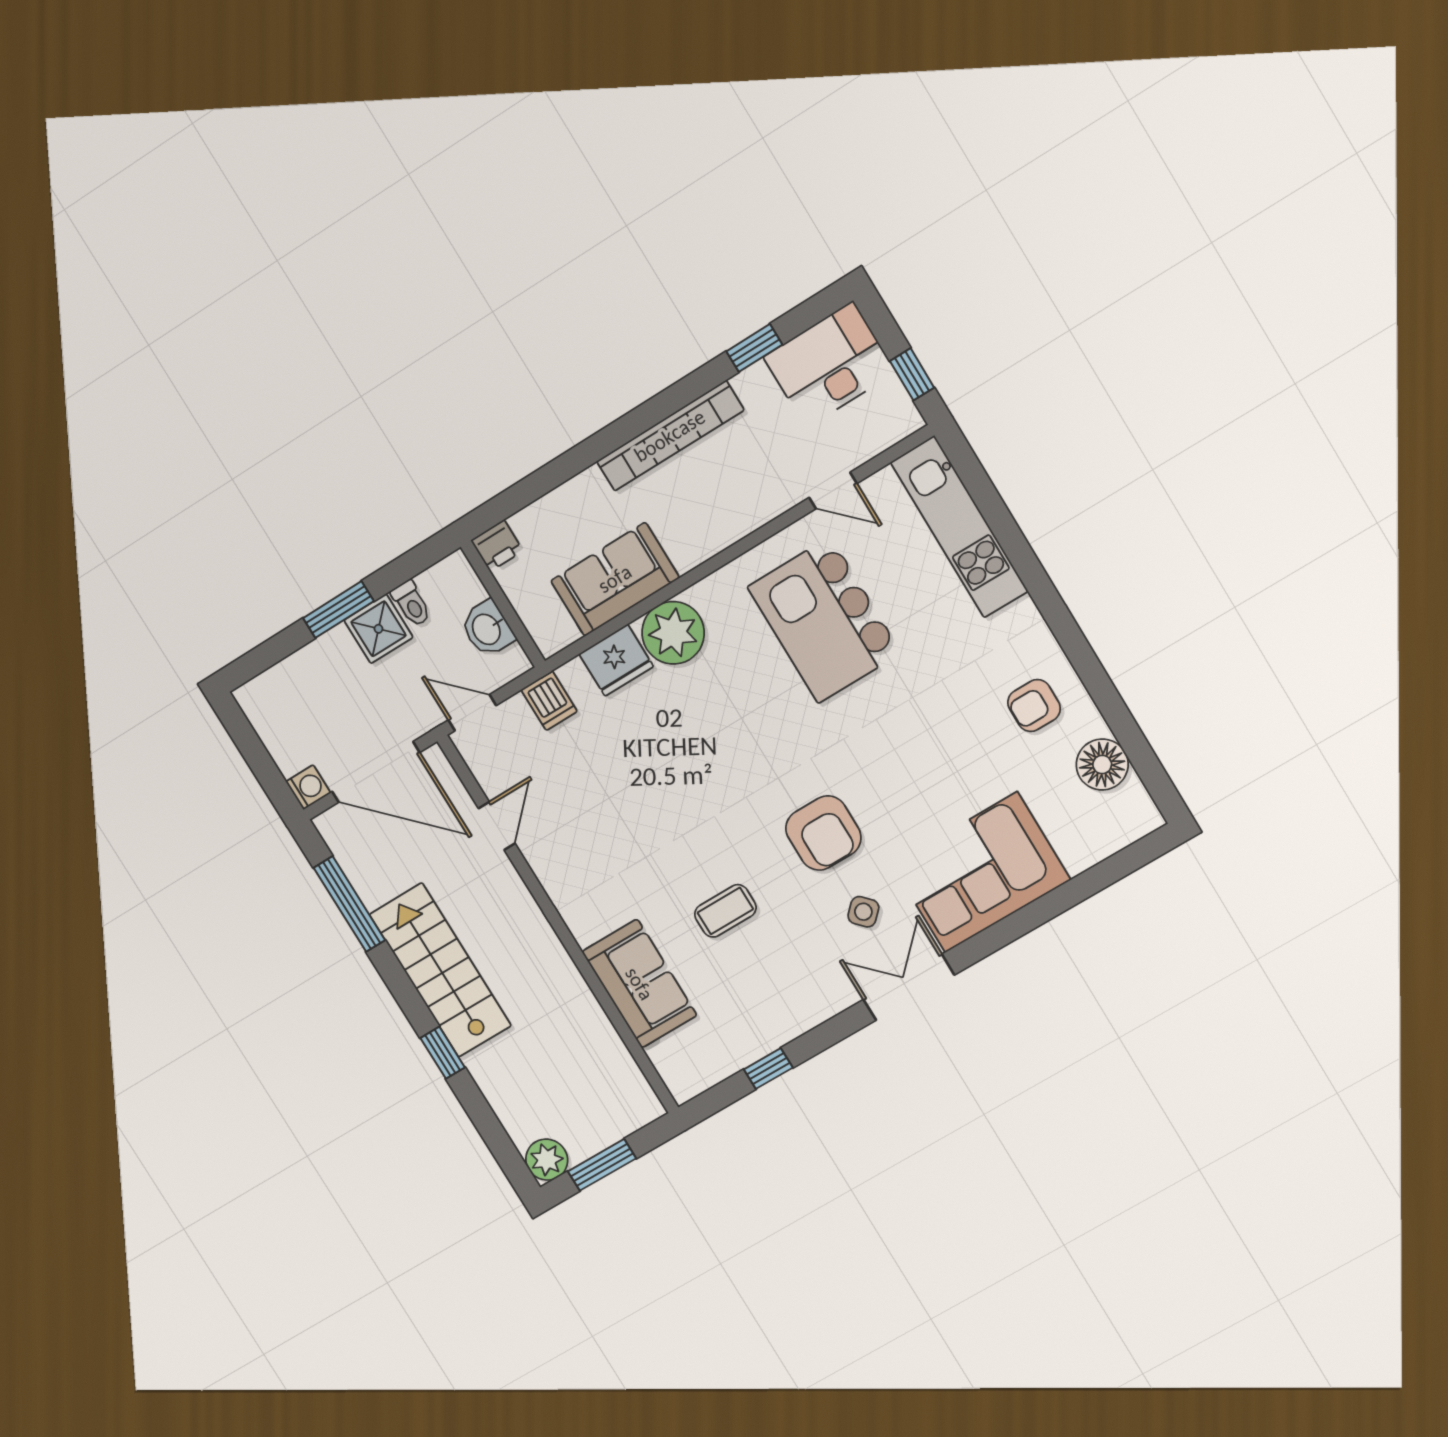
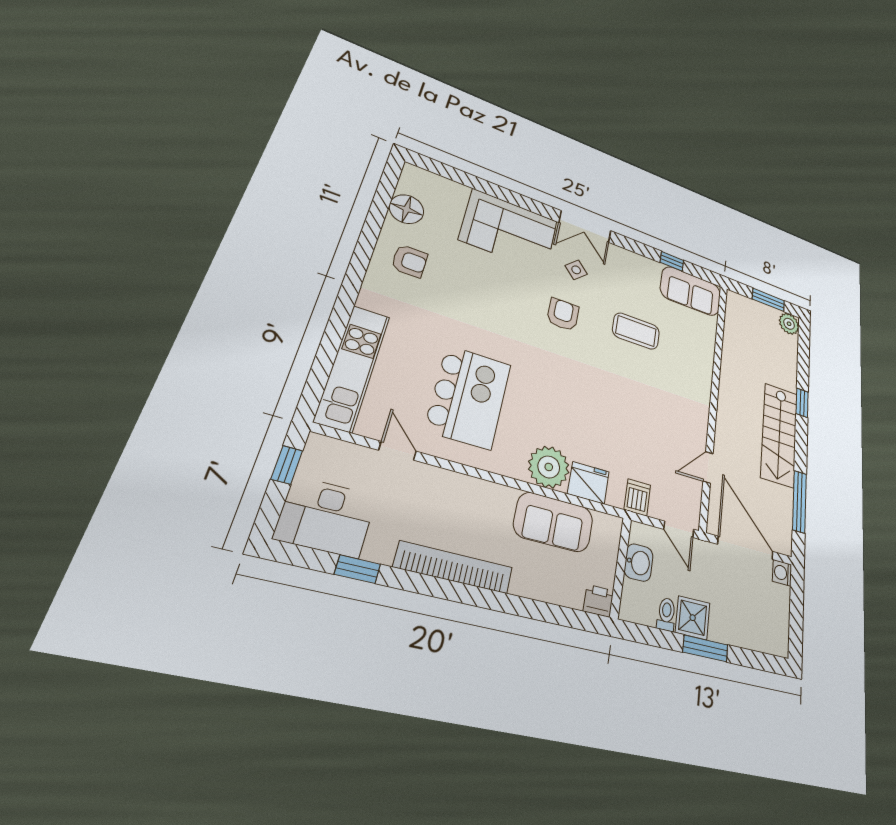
armchair: (823, 833) -> (563, 314), width x0.72, depth x0.72
coffee table: (725, 911) -> (636, 331), width x1.36, depth x1.30
sofa: (639, 984) -> (691, 291), moved, turned -90

